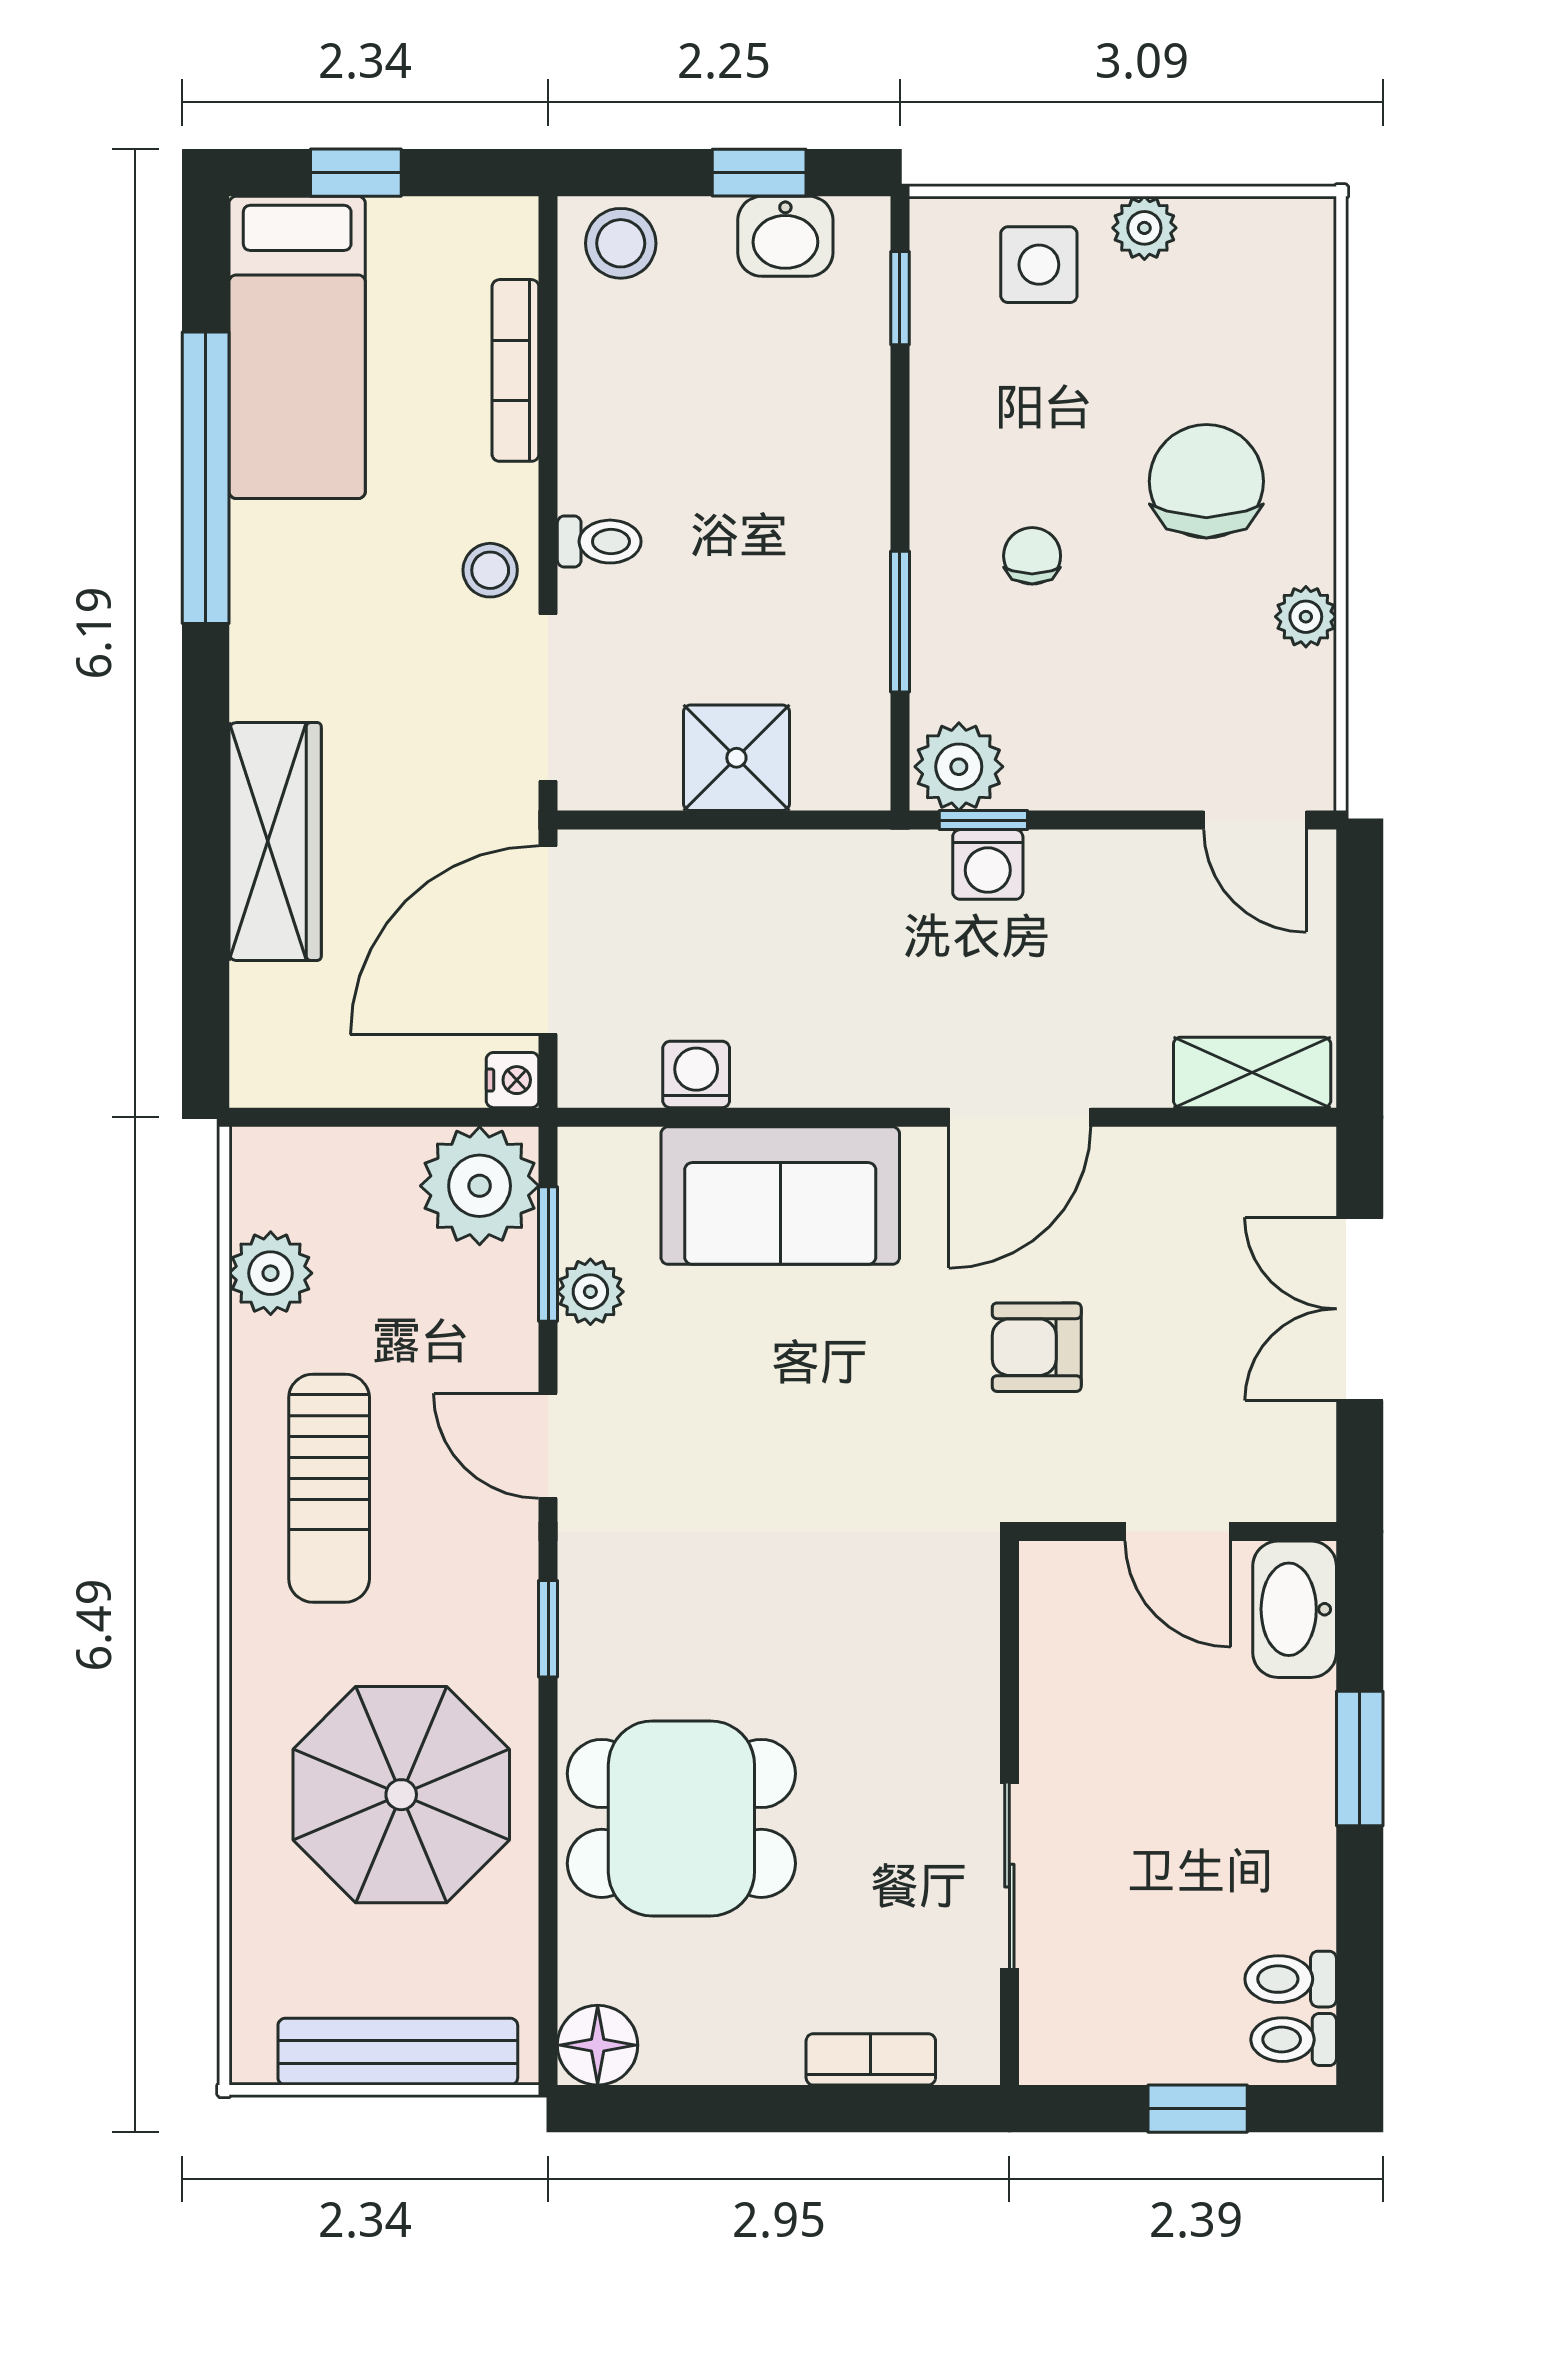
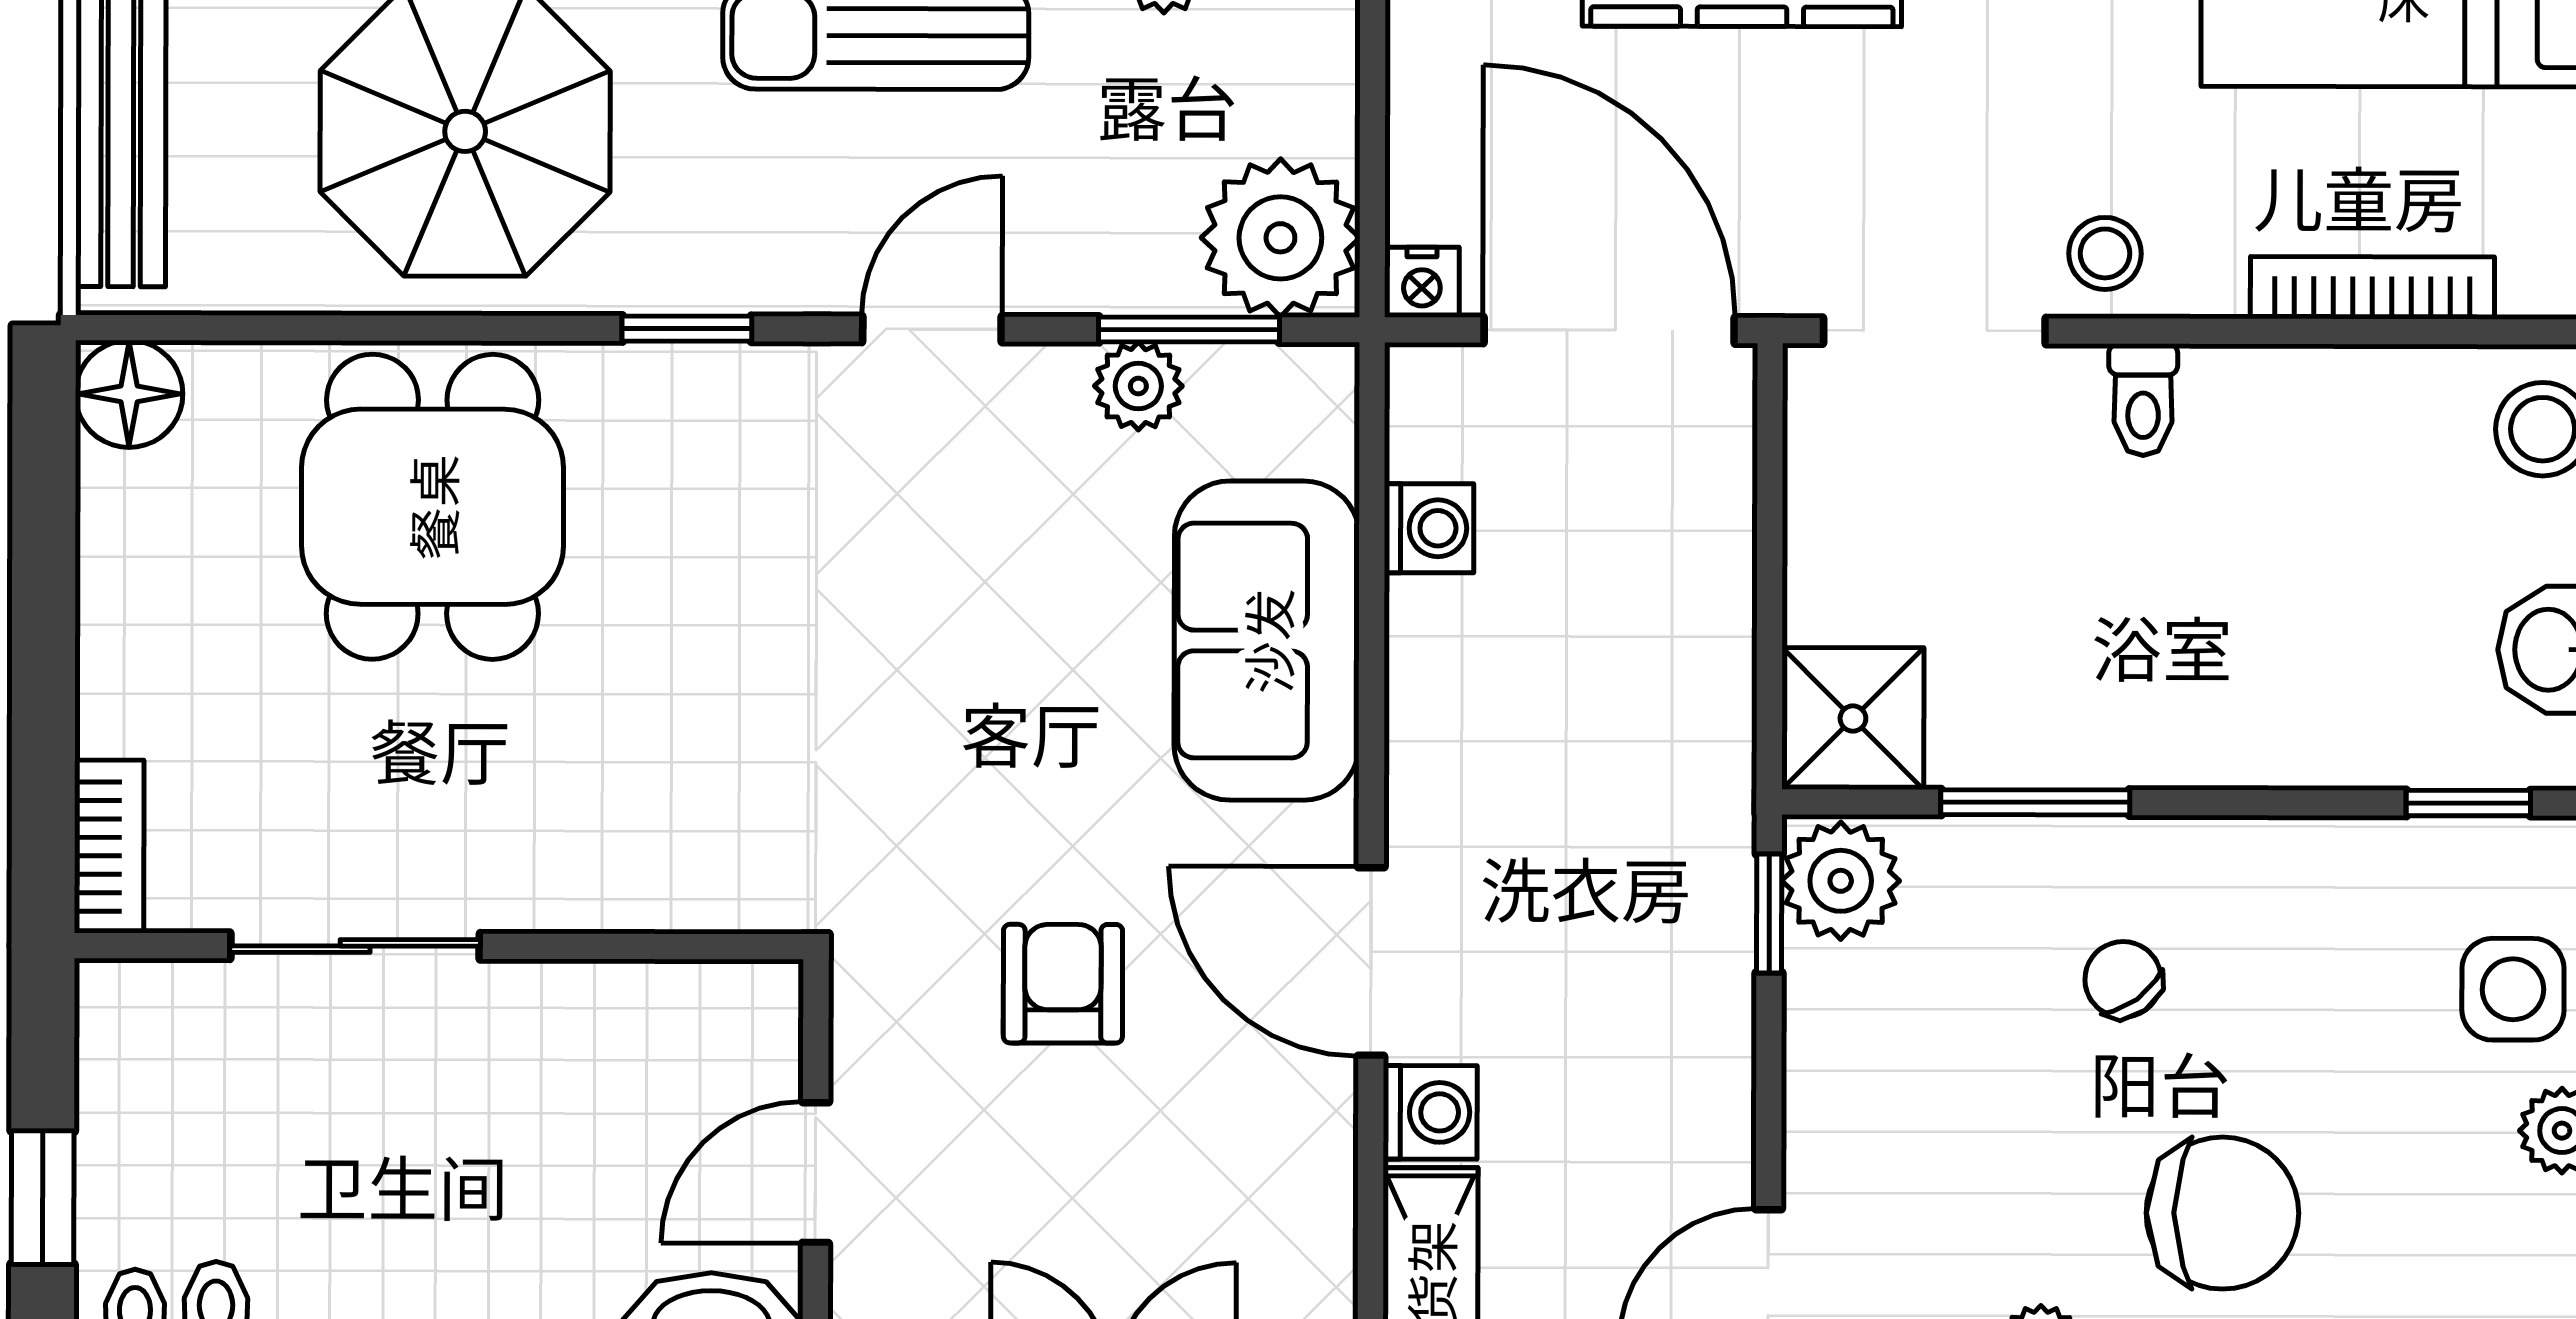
chair: (1032, 556) -> (2123, 979), turned -126
shower: (736, 758) -> (1853, 718), moved
washing machine: (988, 864) -> (1430, 1112), moved, turned 180
bookcase: (871, 2059) -> (109, 846), moved

